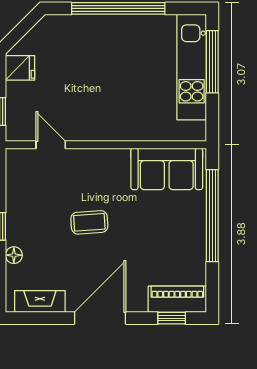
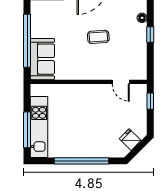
fridge: (20, 68) -> (130, 140), moved, turned 45
sofa: (167, 169) -> (42, 59), moved, turned 90

